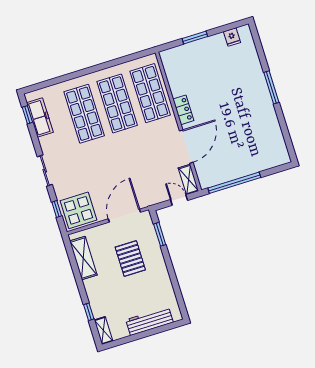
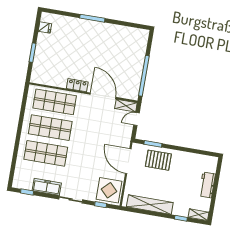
freezer: (40, 117) -> (47, 187), moved
shelving: (83, 258) -> (150, 205), width x1.47
pallet: (130, 258) -> (158, 160), moved
workbench: (149, 321) -> (207, 185), width x0.73

